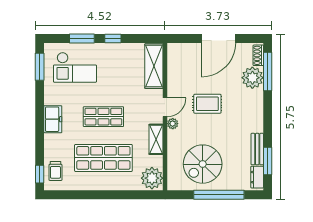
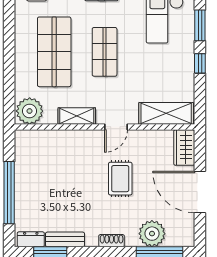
wardrobe: (182, 51) -> (184, 147), added
shoe rack: (258, 55) -> (112, 241), moved
door: (165, 107) -> (116, 127), hinge flipped
plant: (173, 124) -> (96, 136), removed
spiral stairs: (203, 164) -> (47, 173), removed

